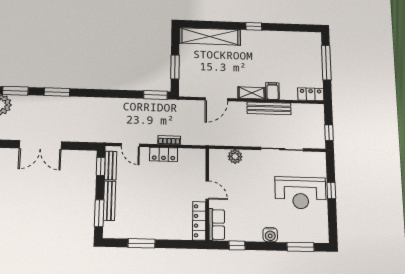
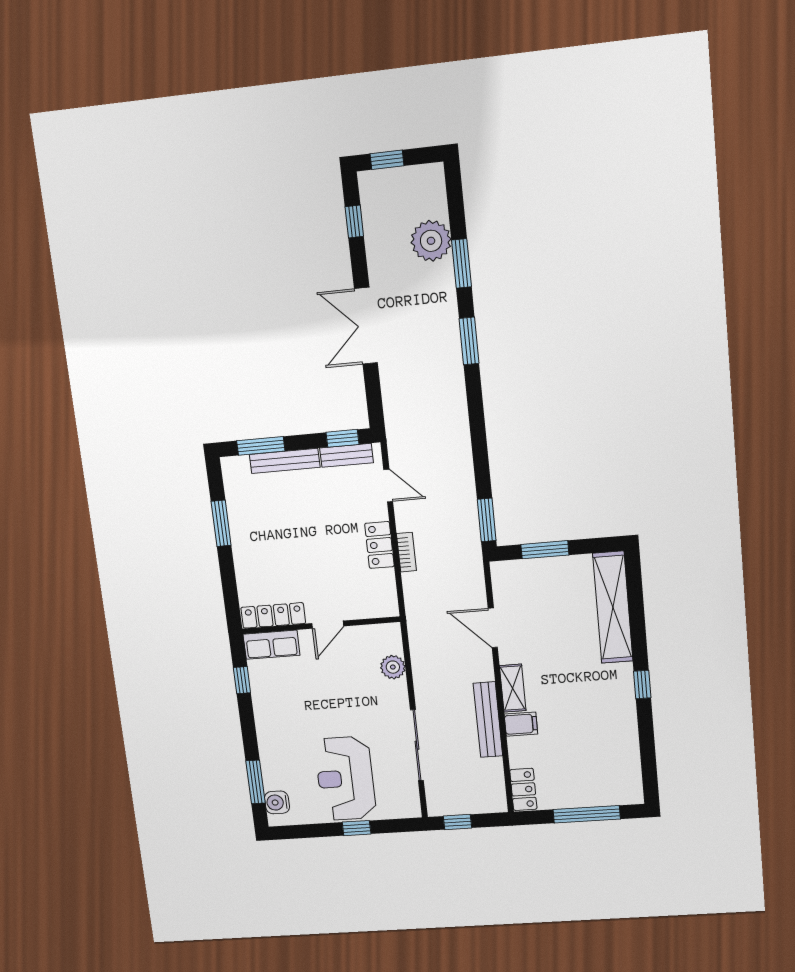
door: (130, 145) -> (388, 486), swing flipped
water cooler: (270, 235) -> (277, 802), moved

